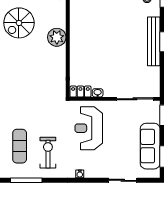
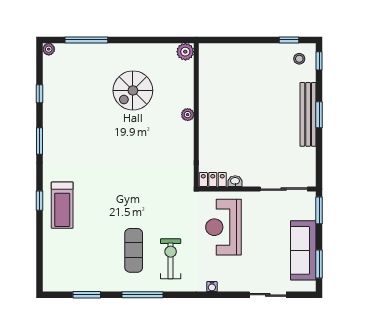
plant: (57, 37) -> (188, 115), width x0.53, depth x0.53

